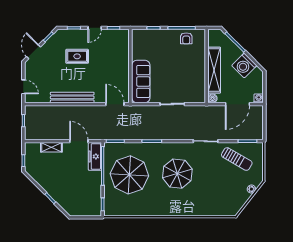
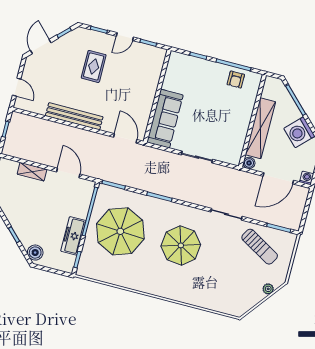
rug: (77, 56) -> (94, 66), turned 90
freezer: (95, 156) -> (73, 236), moved
boiler: (70, 207) -> (35, 253), added

